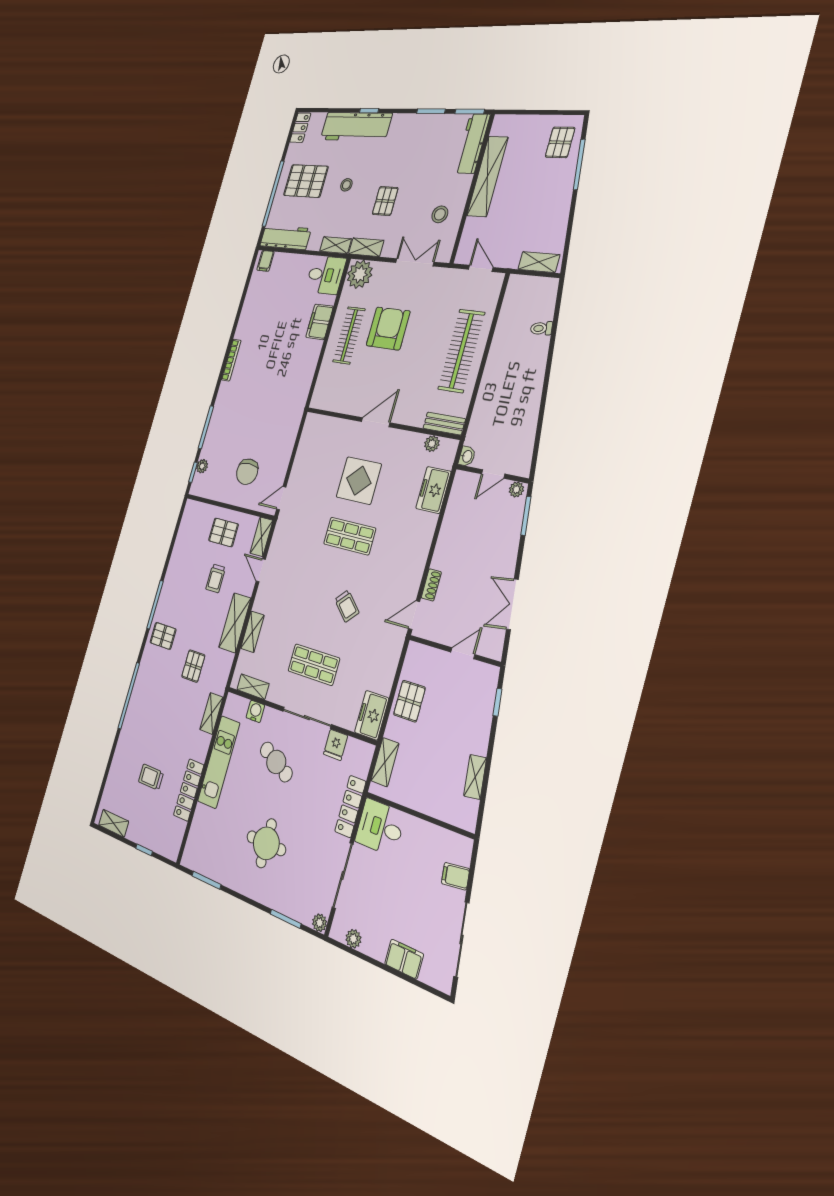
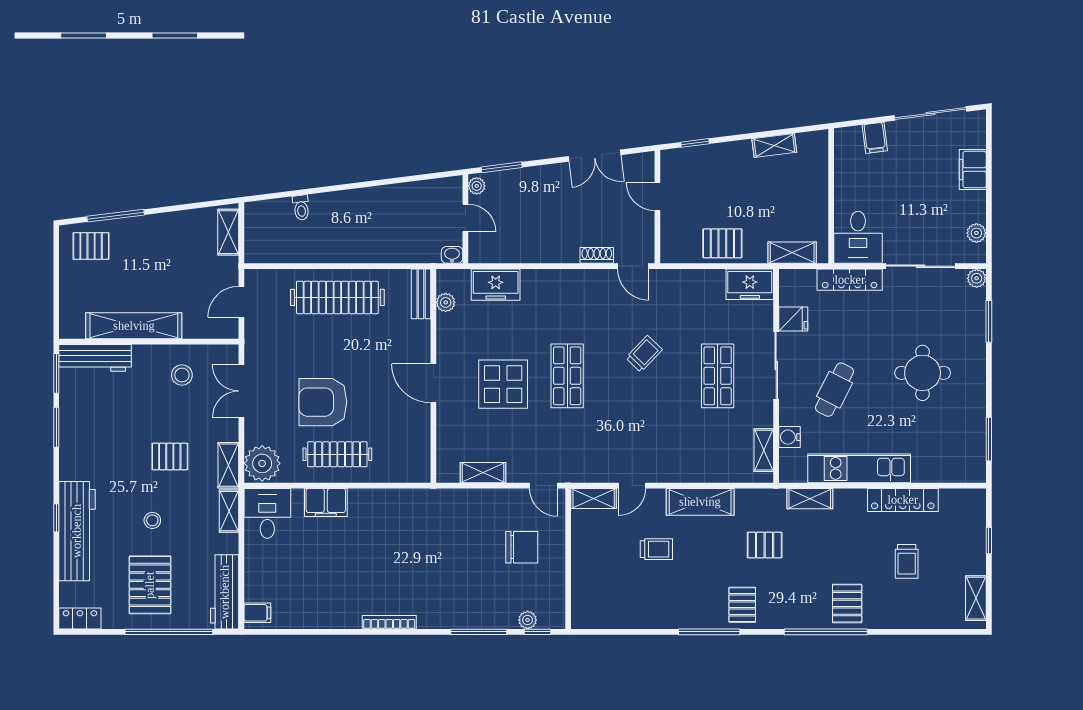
pallet: (223, 532) -> (847, 603), moved
shelving: (252, 632) -> (483, 473), moved

